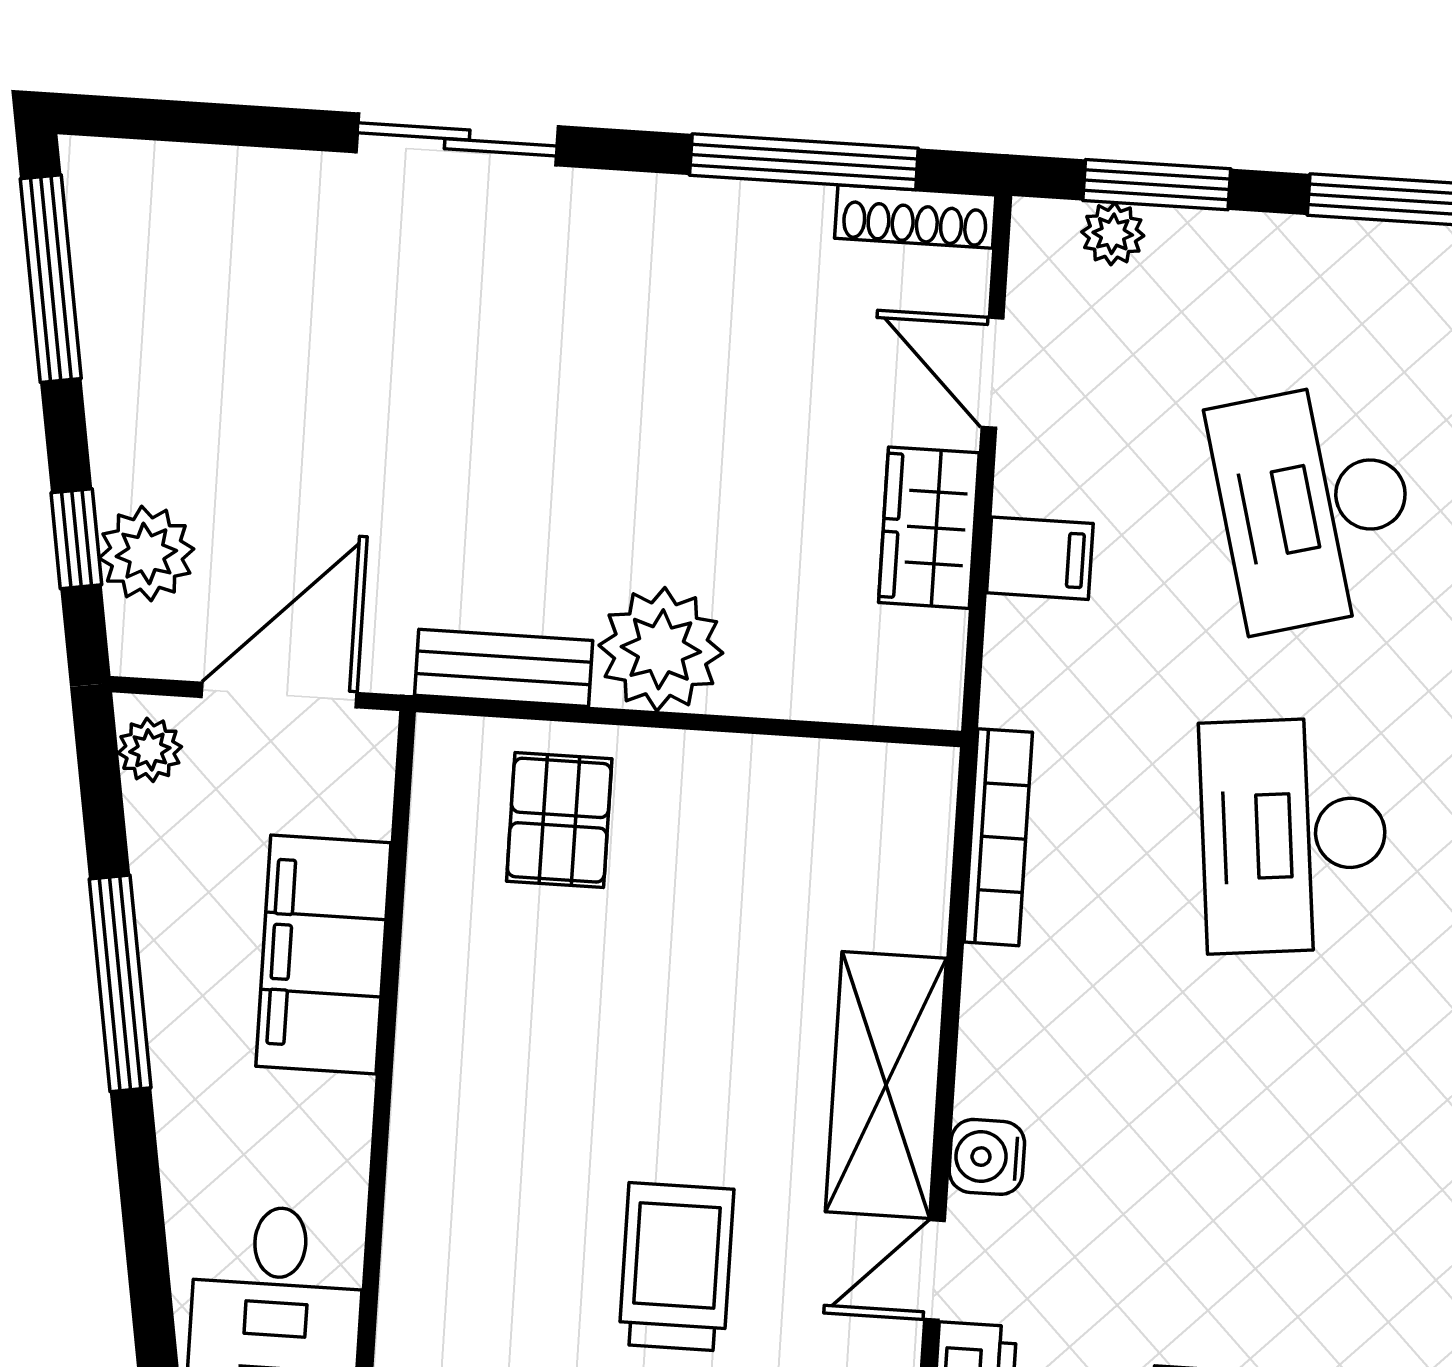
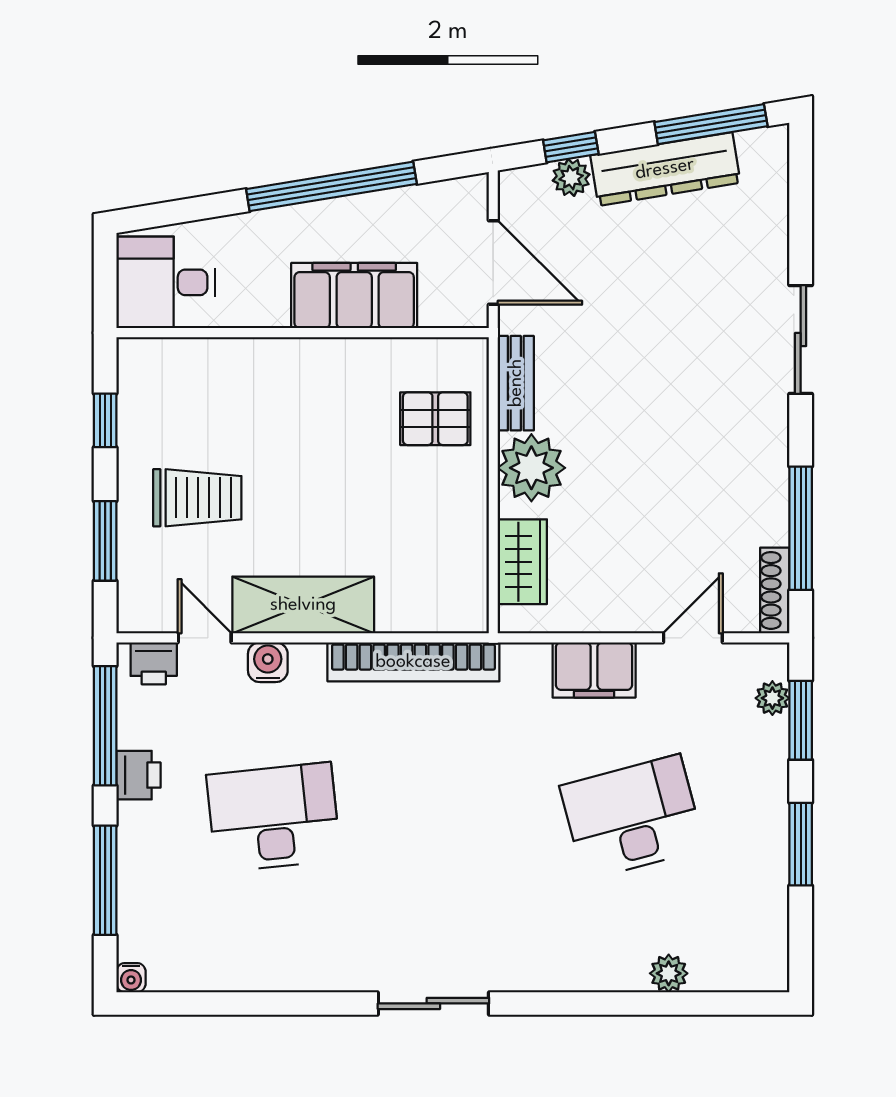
dresser: (128, 368) -> (665, 169), added
wardrobe: (929, 528) -> (522, 562), moved, turned 90
plant: (146, 553) -> (571, 178), width x0.73, depth x0.73
filing cabinet: (1040, 558) -> (594, 670), width x2.00
plant: (150, 750) -> (459, 194), removed
desk: (1294, 835) -> (274, 817), moved
bookcase: (998, 837) -> (413, 662), width x1.48, depth x1.31
window: (120, 983) -> (331, 186), width x1.46

